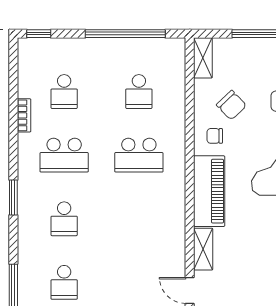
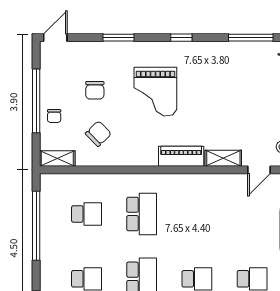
chair: (215, 136) -> (54, 116), moved
piano: (209, 191) -> (181, 156), width x0.73, depth x0.75

